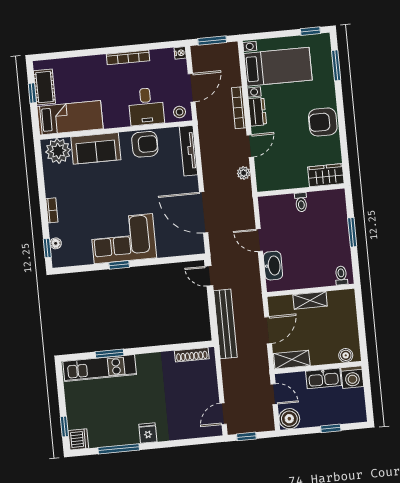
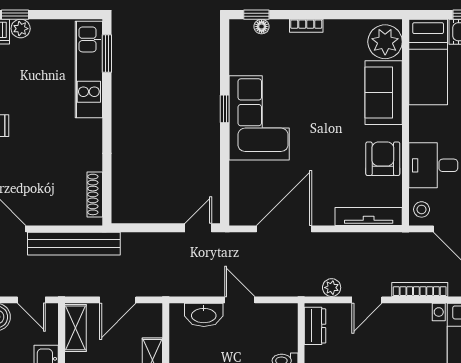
dresser: (257, 112) -> (315, 326), moved, turned -90
armchair: (145, 144) -> (383, 159), turned 180
door: (250, 146) -> (367, 300), hinge flipped
door: (259, 240) -> (240, 300), hinge flipped
bench: (225, 324) -> (74, 244), moved
door: (268, 330) -> (118, 300), hinge flipped
window: (109, 354) -> (107, 53), moved
door: (274, 394) -> (31, 300), hinge flipped
plant: (74, 421) -> (21, 29), added

